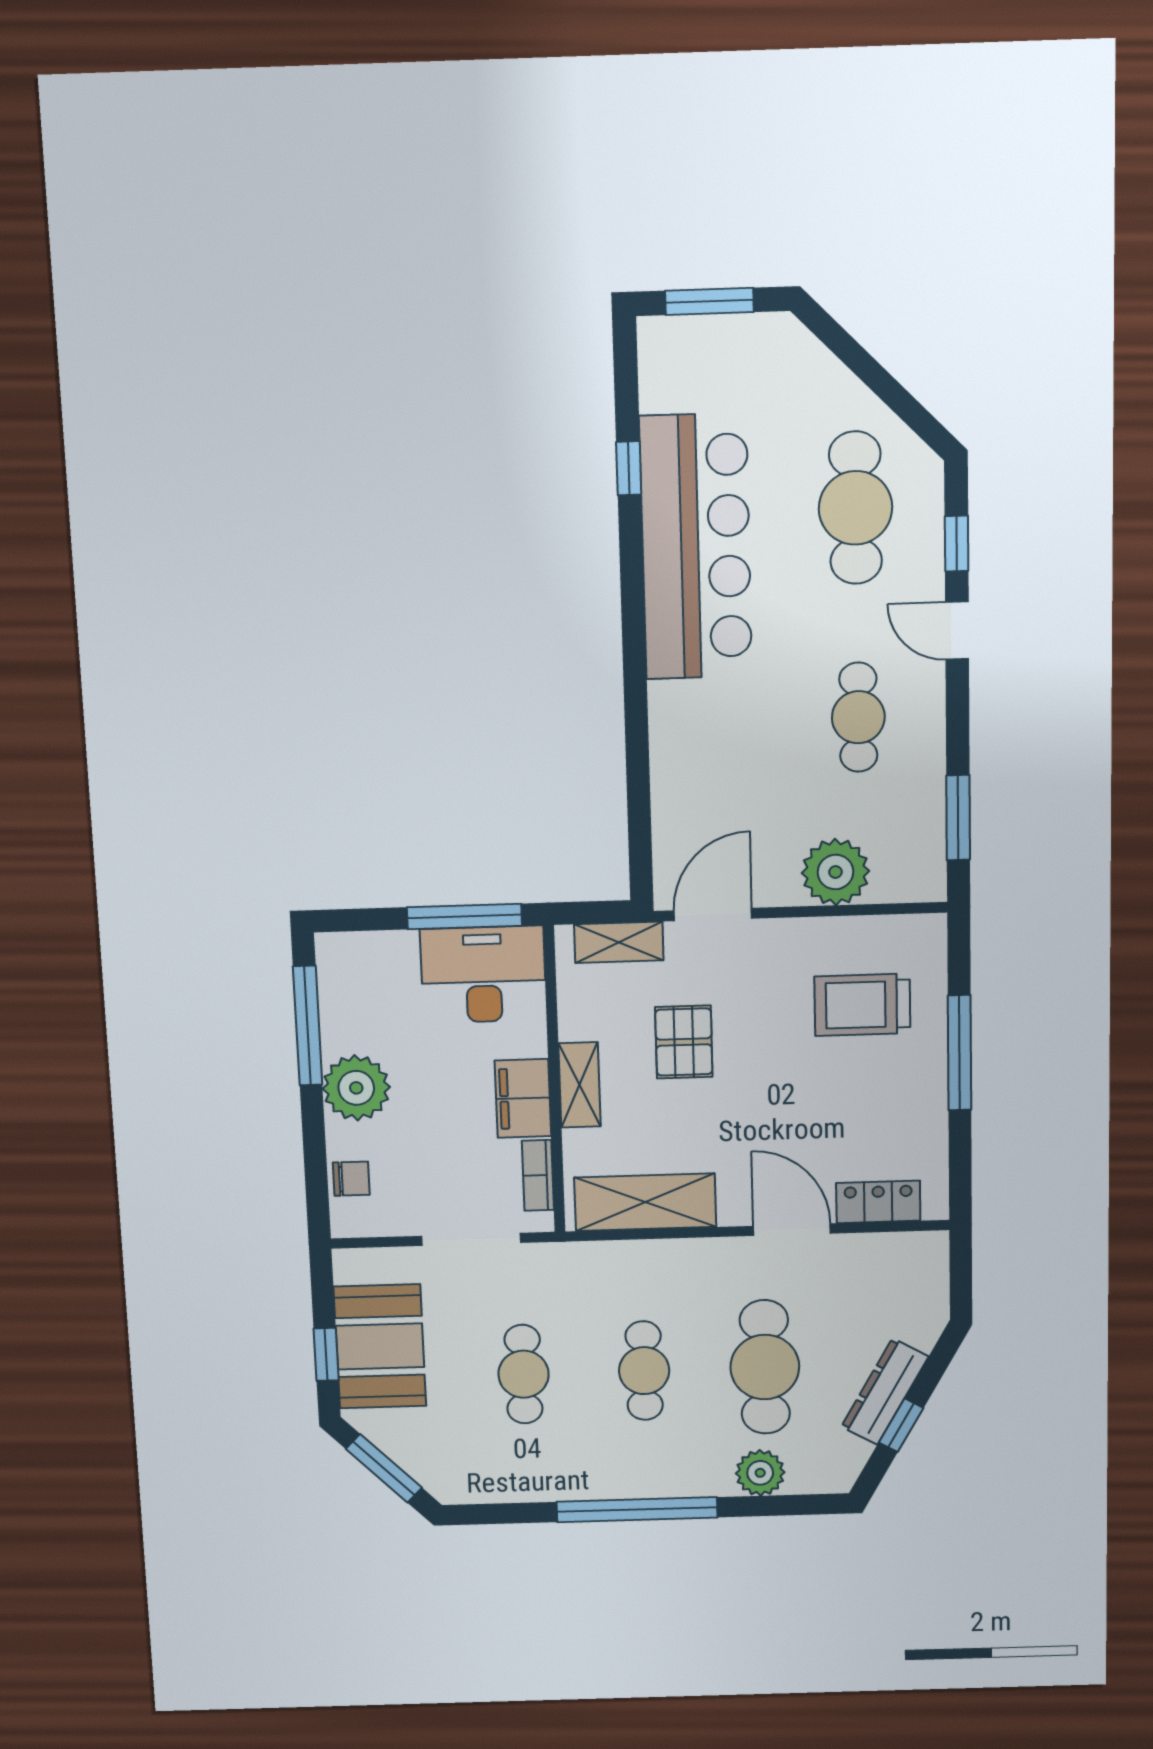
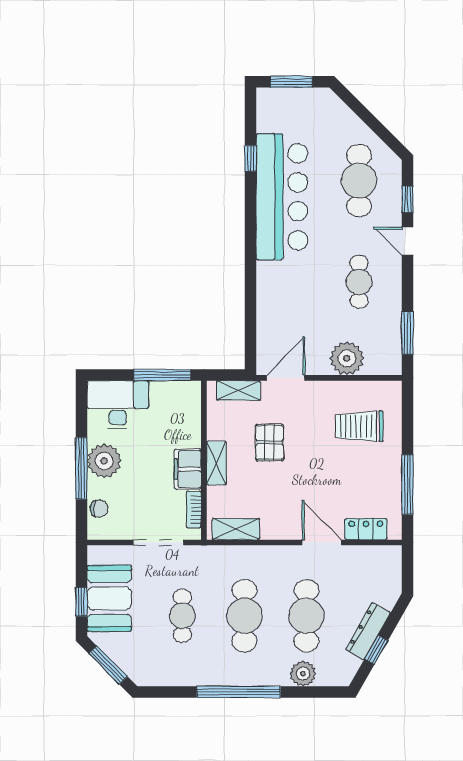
desk: (483, 975) -> (118, 405), moved
window: (308, 1026) -> (81, 468), moved
window: (960, 1053) -> (408, 485), moved
shelving: (645, 1202) -> (236, 529), width x0.67, depth x0.75
cafe table: (644, 1371) -> (244, 616), width x1.37, depth x1.35

